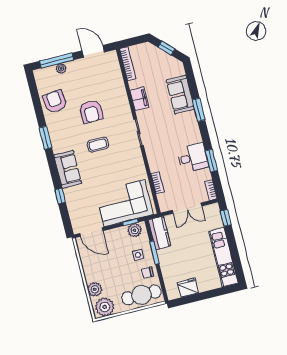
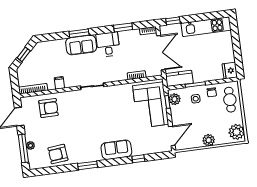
sofa: (180, 95) -> (81, 45), moved
filing cabinet: (139, 99) -> (59, 83), width x0.50
armchair: (91, 111) -> (49, 108), moved
coffee table: (98, 145) -> (99, 122), removed
desk: (193, 158) -> (108, 44), moved
double door: (187, 208) -> (161, 53), width x1.37
fridge: (188, 288) -> (230, 71), moved
plant: (95, 289) -> (209, 140), moved
cafe table: (141, 295) -> (230, 100), width x0.73, depth x0.74

